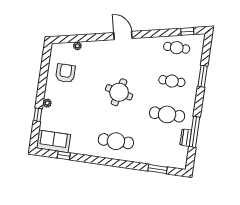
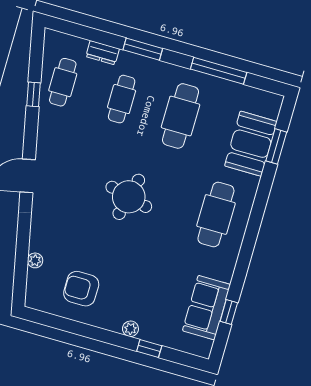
window: (187, 31) -> (34, 94), moved
window: (203, 76) -> (143, 49), moved
dresser: (186, 138) -> (103, 53), moved
sofa: (53, 141) -> (206, 308), moved
booth: (157, 155) -> (251, 144), added

